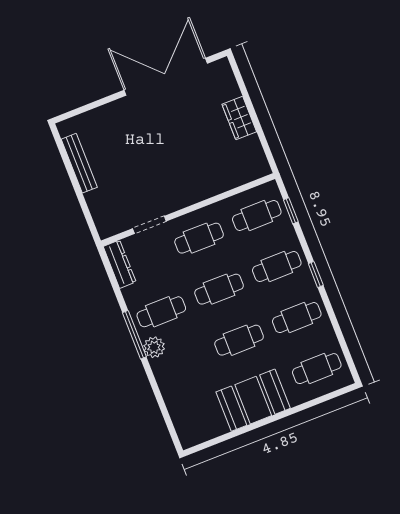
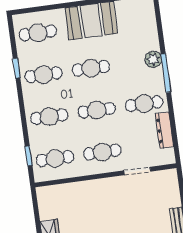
dresser: (120, 264) -> (164, 130), moved
window: (316, 275) -> (17, 68), moved
window: (134, 335) -> (166, 73), moved
plant: (154, 347) -> (153, 59), moved

